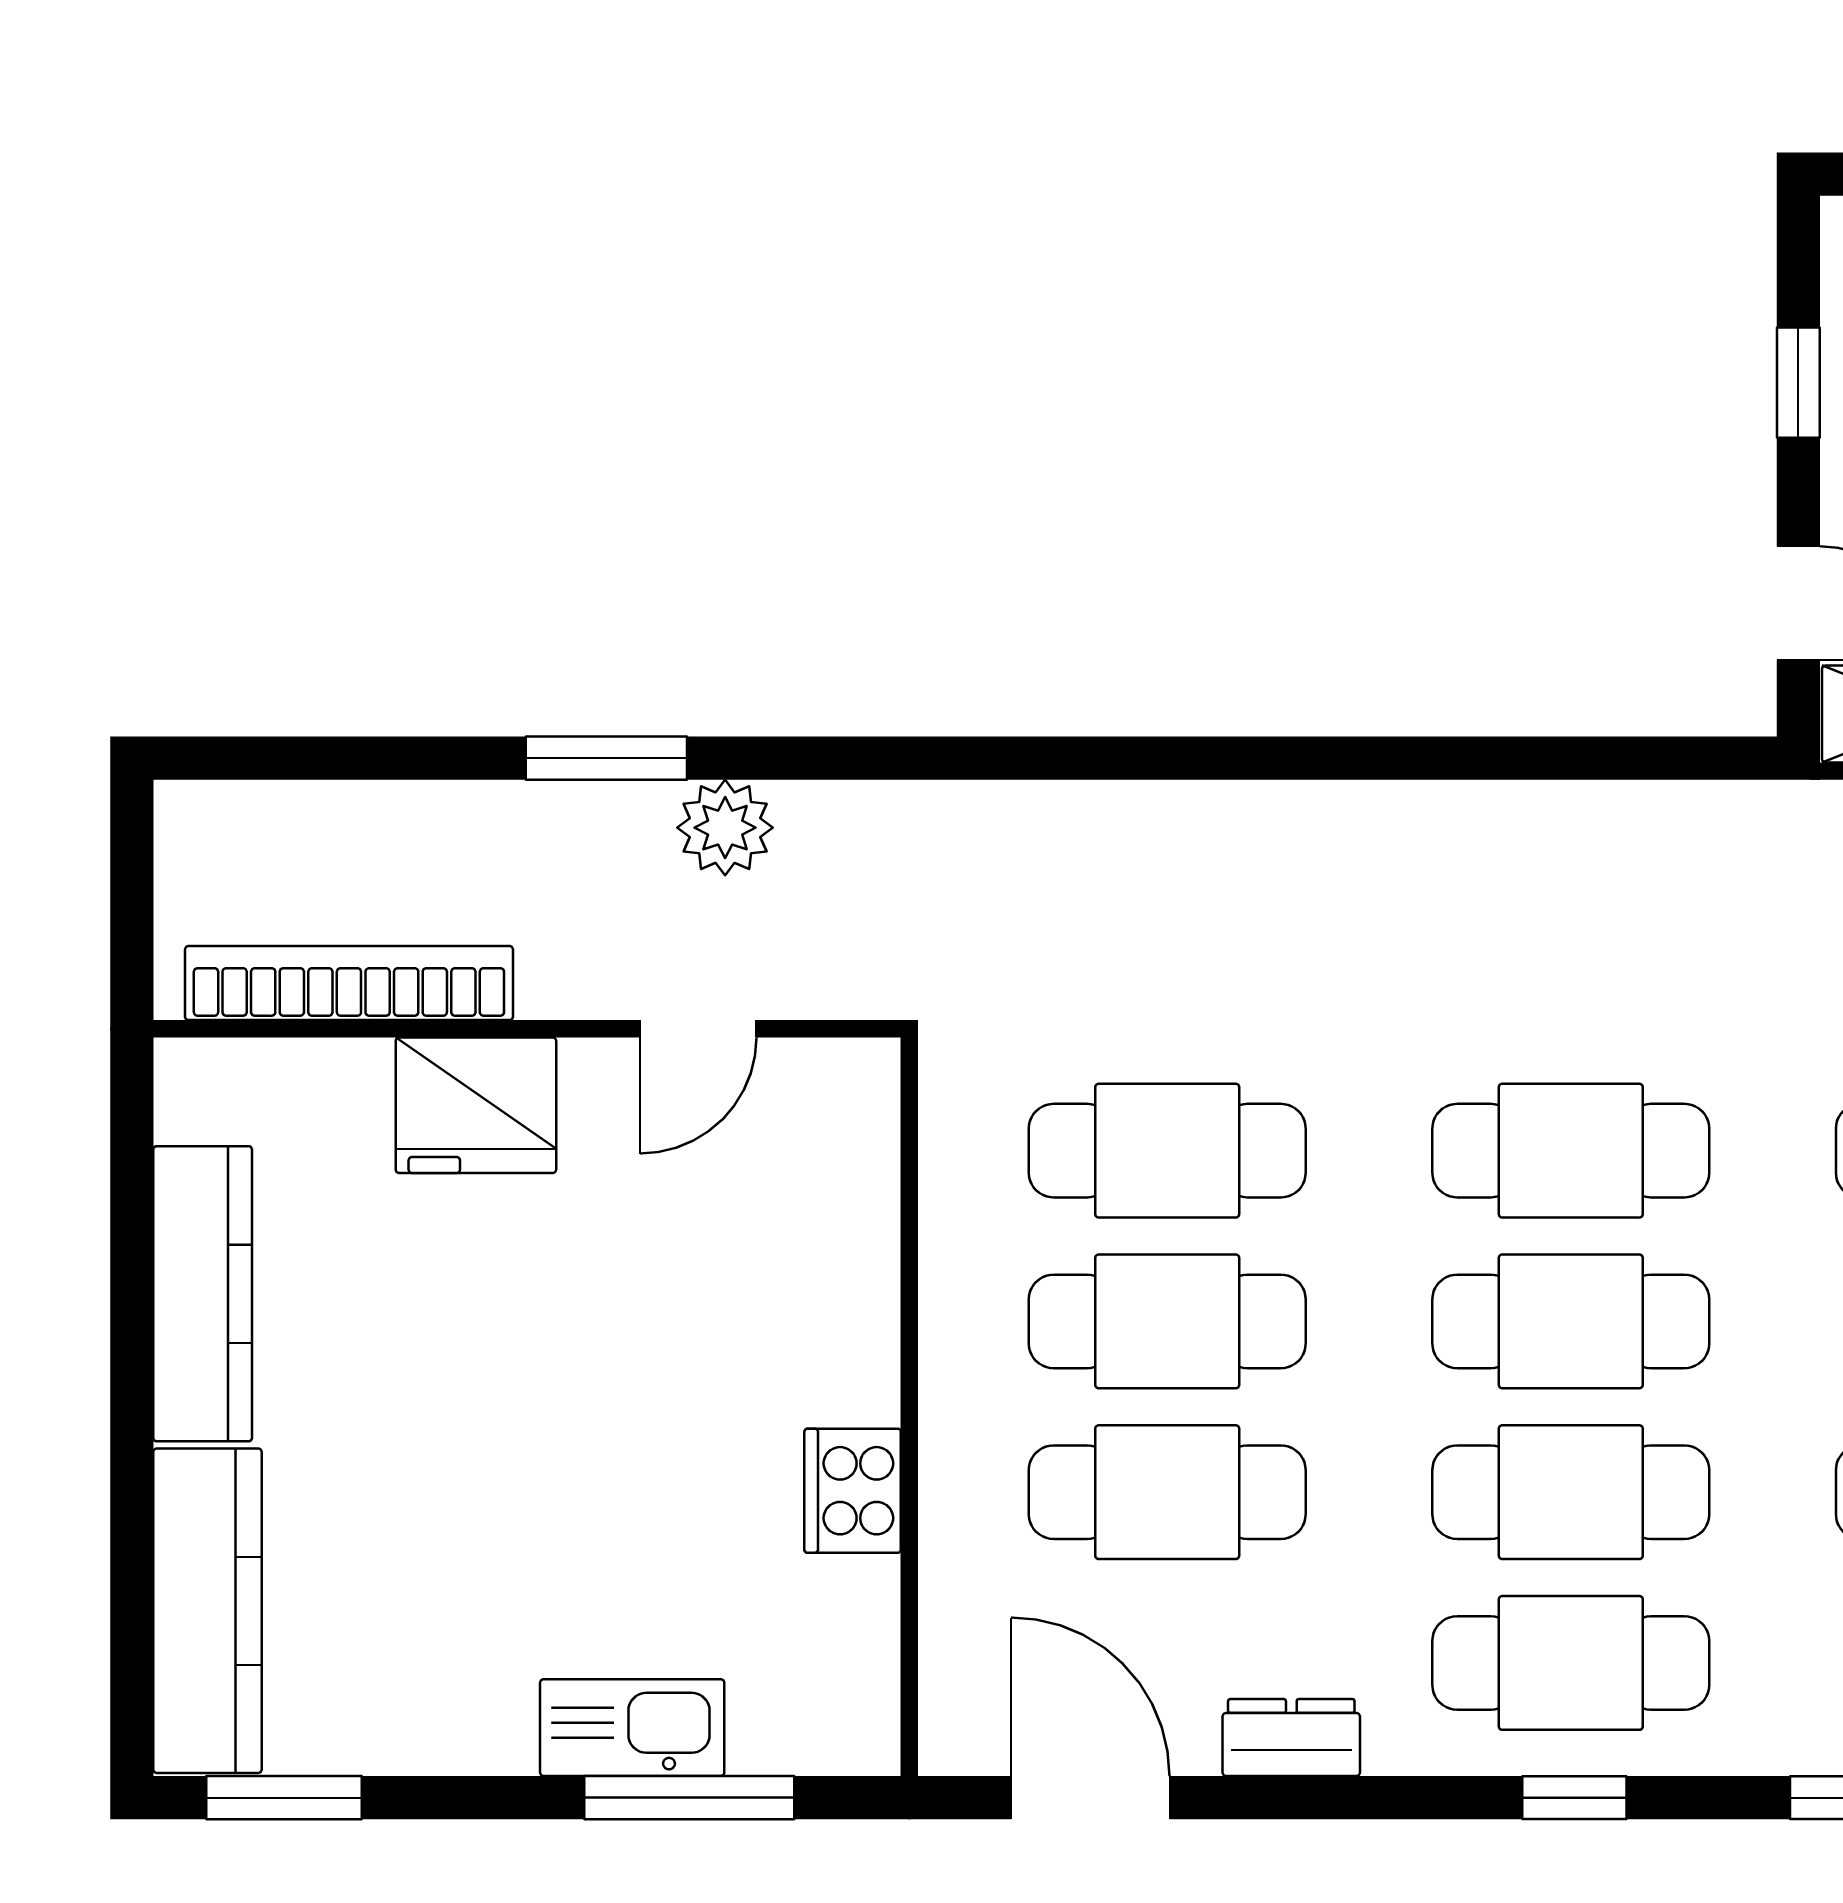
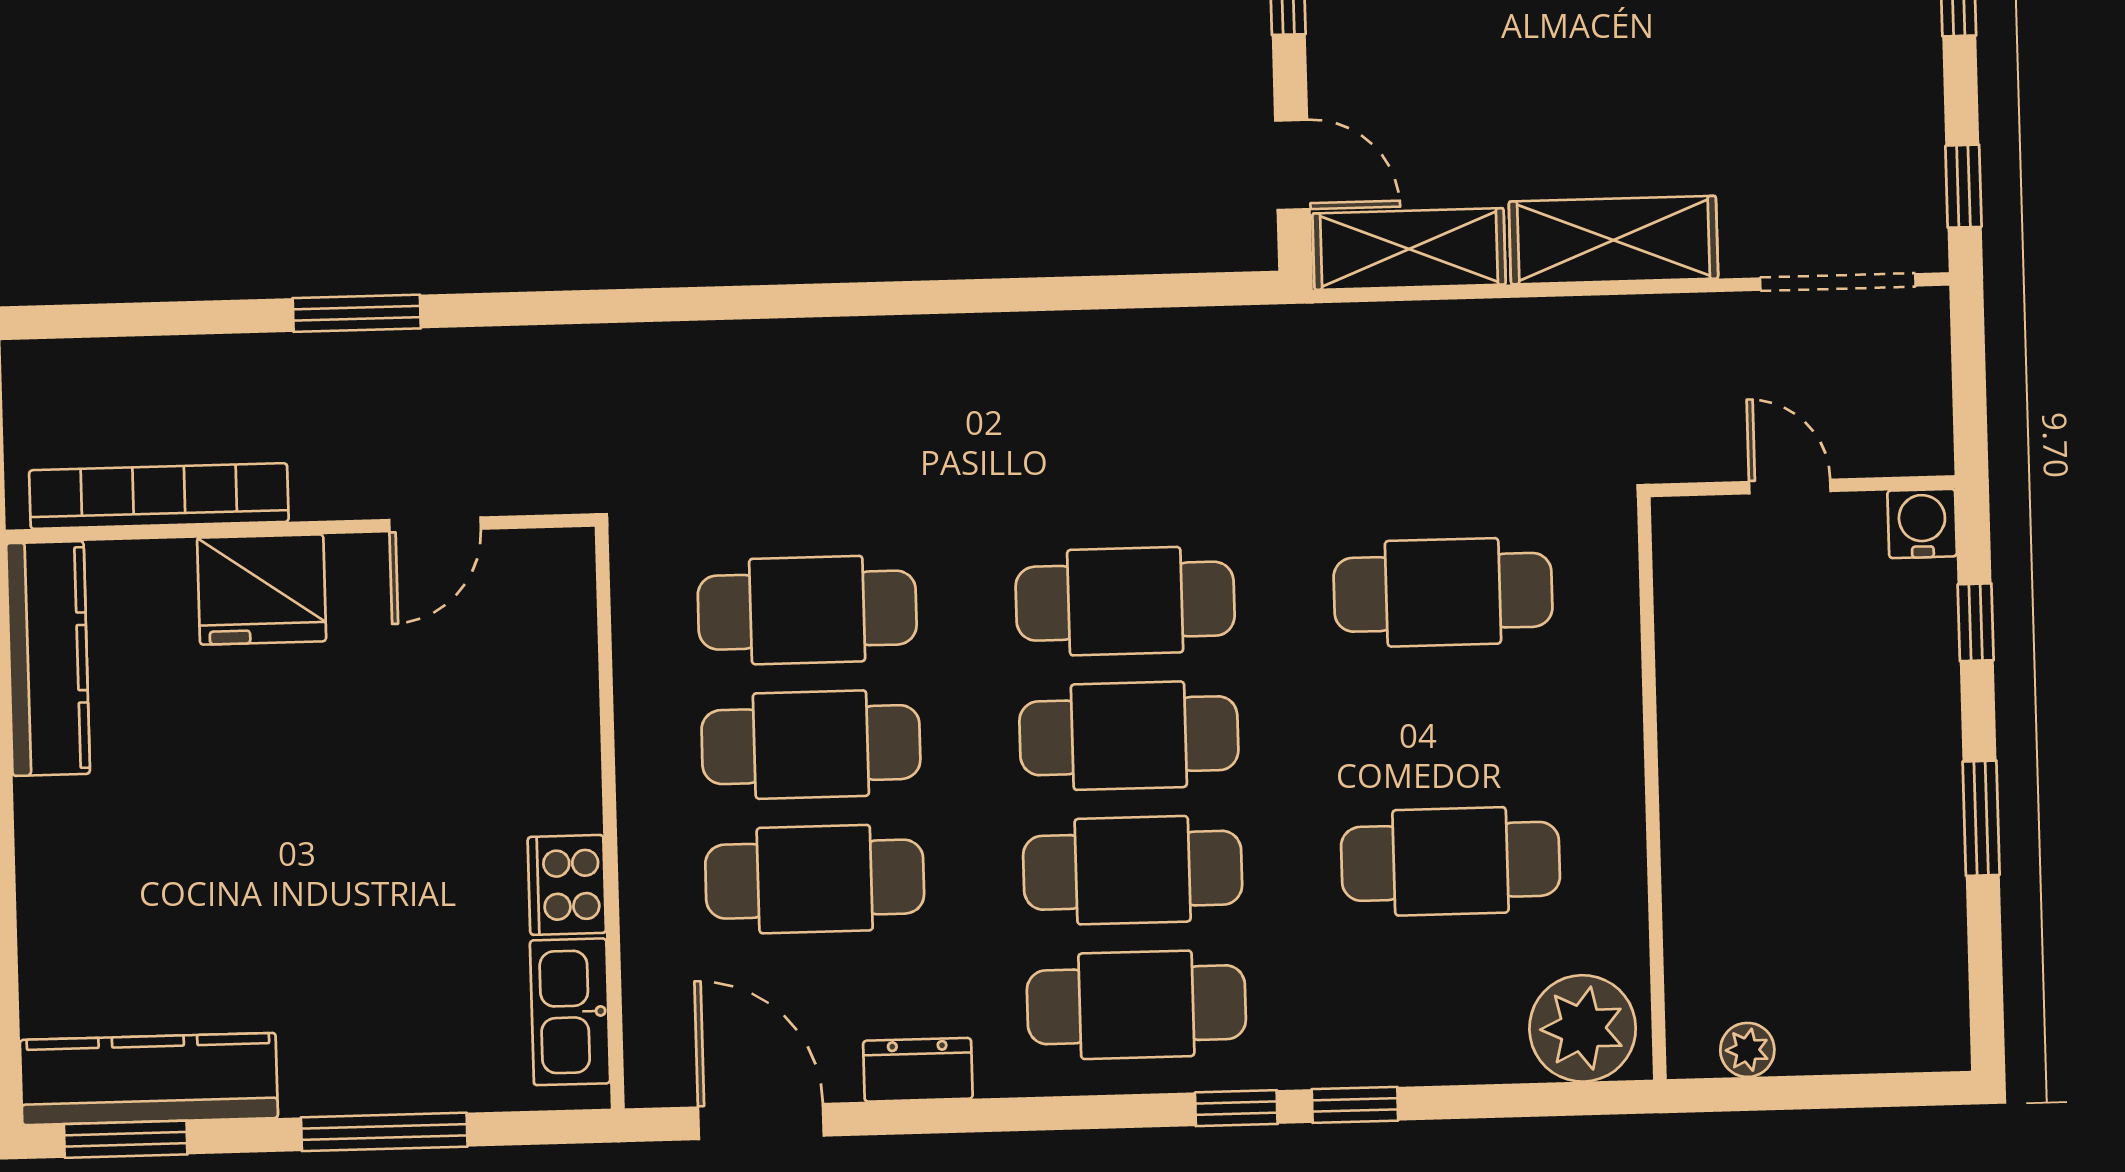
plant: (725, 828) -> (452, 365), removed
kitchen counter: (203, 1294) -> (48, 658), moved
kitchen counter: (207, 1611) -> (149, 1079), moved, turned -90
kitchen sink: (632, 1728) -> (570, 1012), moved, turned -90
window: (689, 1798) -> (384, 1132), moved
window: (1574, 1798) -> (1236, 1108), moved

